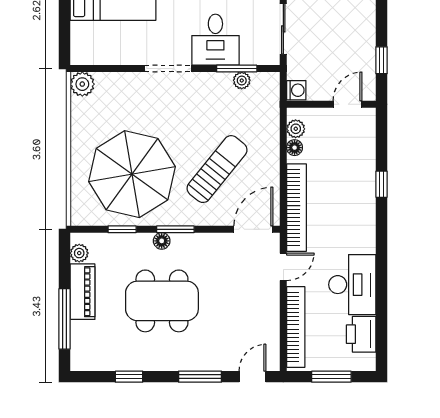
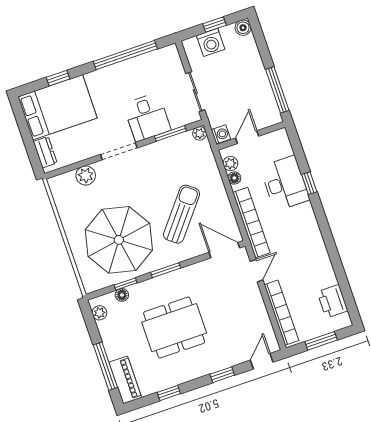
dresser: (80, 40) -> (45, 152), added
window: (381, 60) -> (277, 90), width x2.17
plant: (242, 80) -> (200, 133), moved
plant: (82, 84) -> (86, 175), moved
door: (347, 104) -> (247, 137), moved
door: (253, 229) -> (224, 250), hinge flipped
floor lamp: (162, 241) -> (122, 295), moved
desk: (352, 285) -> (285, 183), moved
piano: (83, 292) -> (125, 380), moved
window: (200, 377) -> (222, 375), width x0.67

